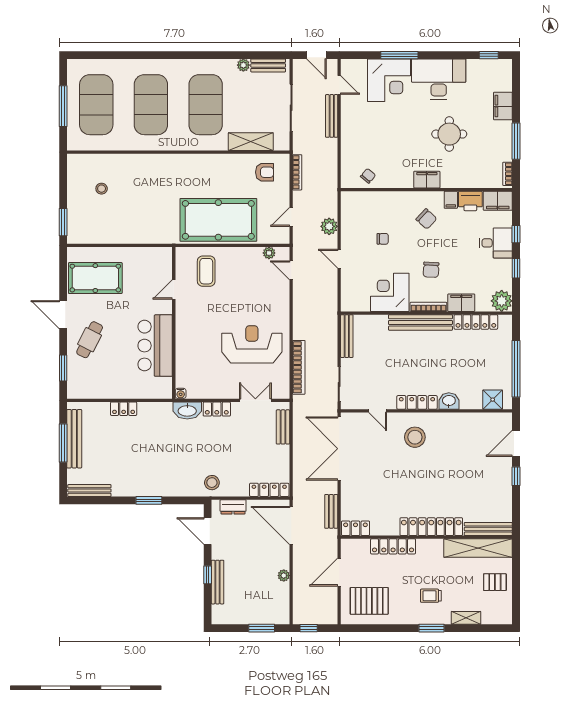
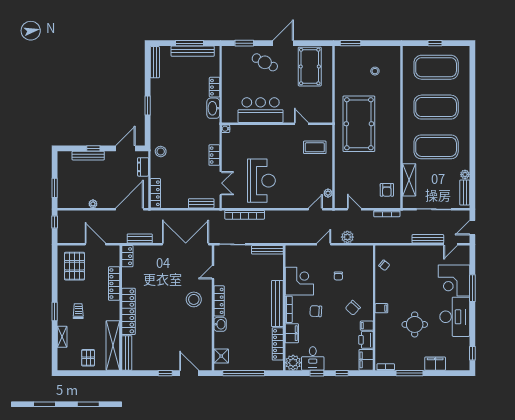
window: (63, 106) -> (435, 43), width x0.46
filing cabinet: (427, 180) -> (381, 308), width x0.50
pool table: (218, 220) -> (359, 124), moved
desk: (496, 243) -> (313, 359), moved
washbasin: (187, 410) -> (213, 108), moved

